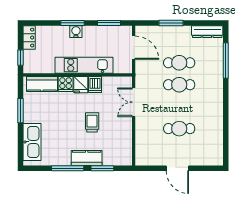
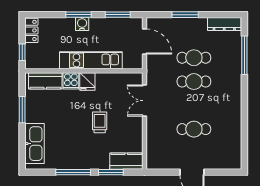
dishwasher: (95, 84) -> (103, 81), removed
kitchen counter: (87, 158) -> (126, 161), moved

